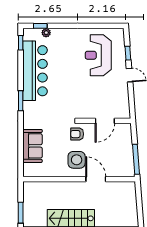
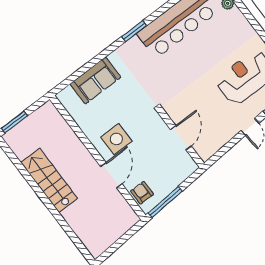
door: (105, 121) -> (181, 138), swing flipped
armchair: (77, 134) -> (142, 193), moved

